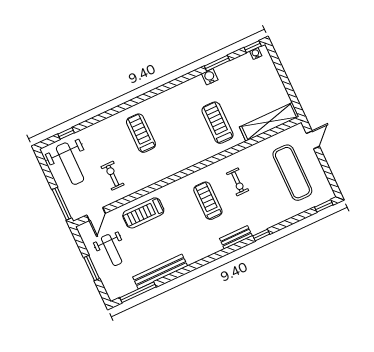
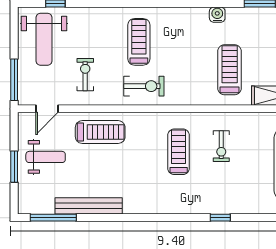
water cooler: (210, 77) -> (217, 15), moved
exercise bike: (160, 164) -> (144, 86), added
treadmill: (143, 213) -> (100, 132), turned 180
bench: (236, 237) -> (191, 207), removed
weight bench: (112, 250) -> (46, 157), turned -90

